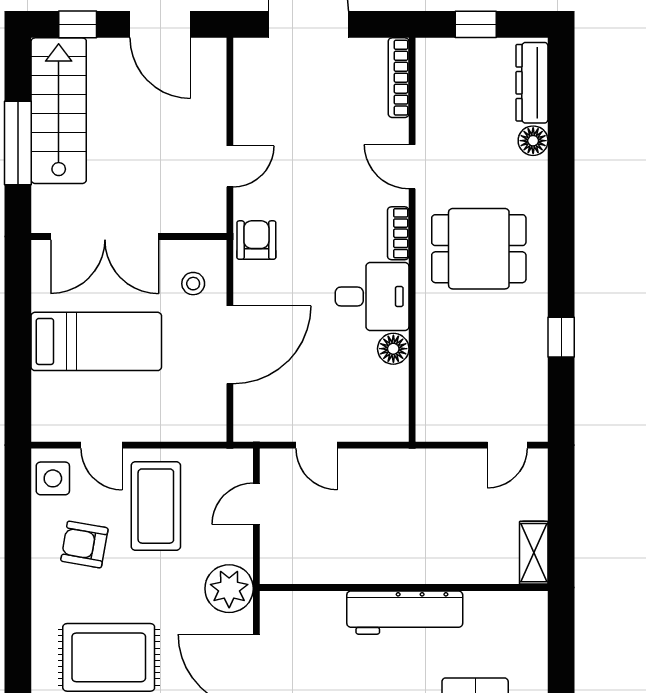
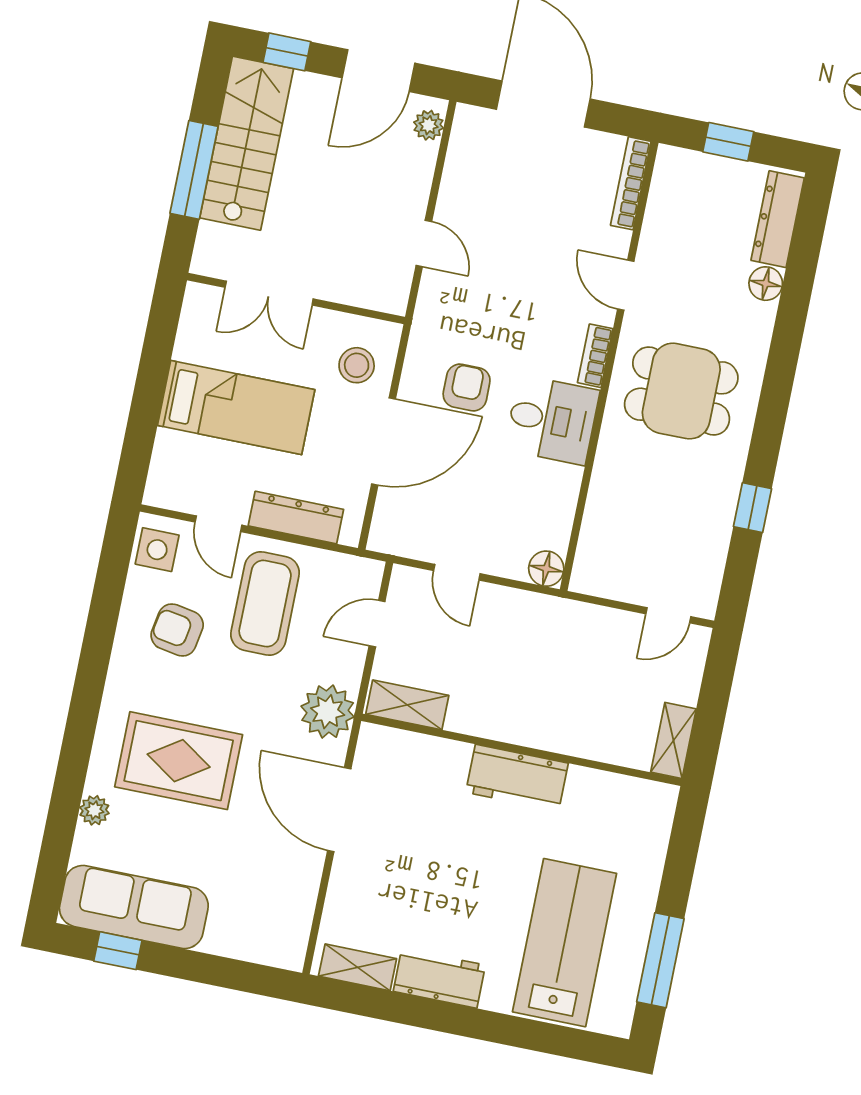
door: (160, 24) -> (378, 71), hinge flipped
plant: (213, 63) -> (429, 125), added
door: (230, 166) -> (424, 244), hinge flipped
double door: (105, 236) -> (269, 293), width x0.73
armchair: (256, 240) -> (467, 388), moved
stool: (193, 284) -> (357, 365), width x1.37, depth x1.37
floor lamp: (393, 349) -> (546, 569), moved
dresser: (167, 426) -> (296, 518), added
shelving: (297, 569) -> (407, 705), added
workbench: (405, 613) -> (517, 778), width x0.73

